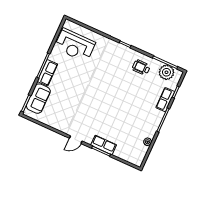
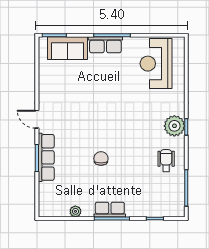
plant: (166, 72) -> (174, 126), moved
row of seats: (165, 100) -> (110, 210), moved
chair: (121, 109) -> (101, 159), added
row of seats: (104, 145) -> (46, 157), width x1.48

